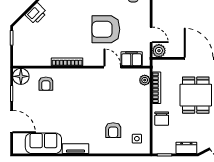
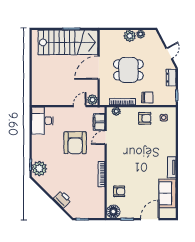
armchair: (113, 130) -> (145, 118), moved

